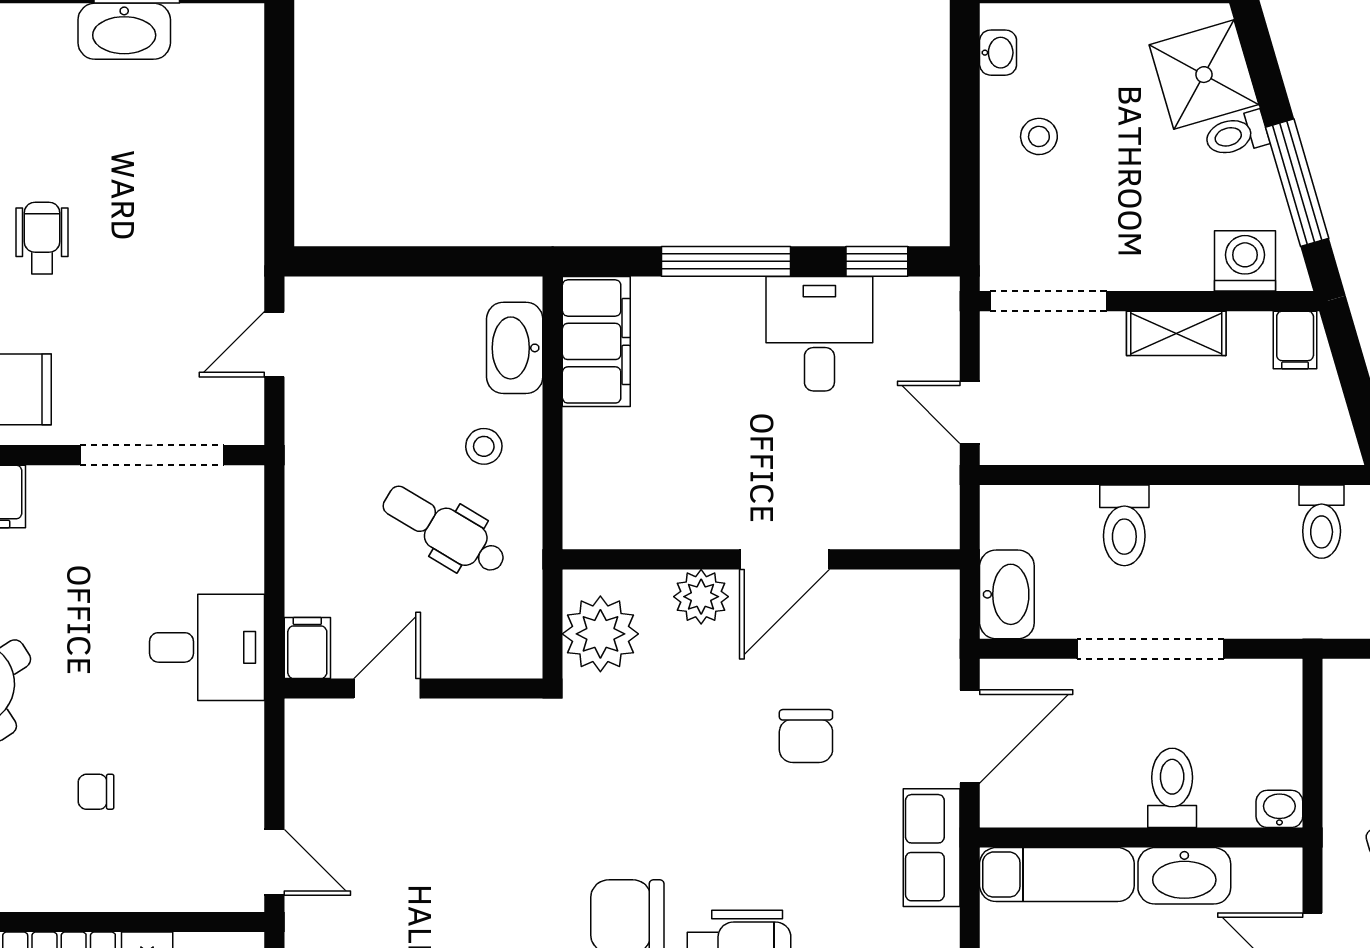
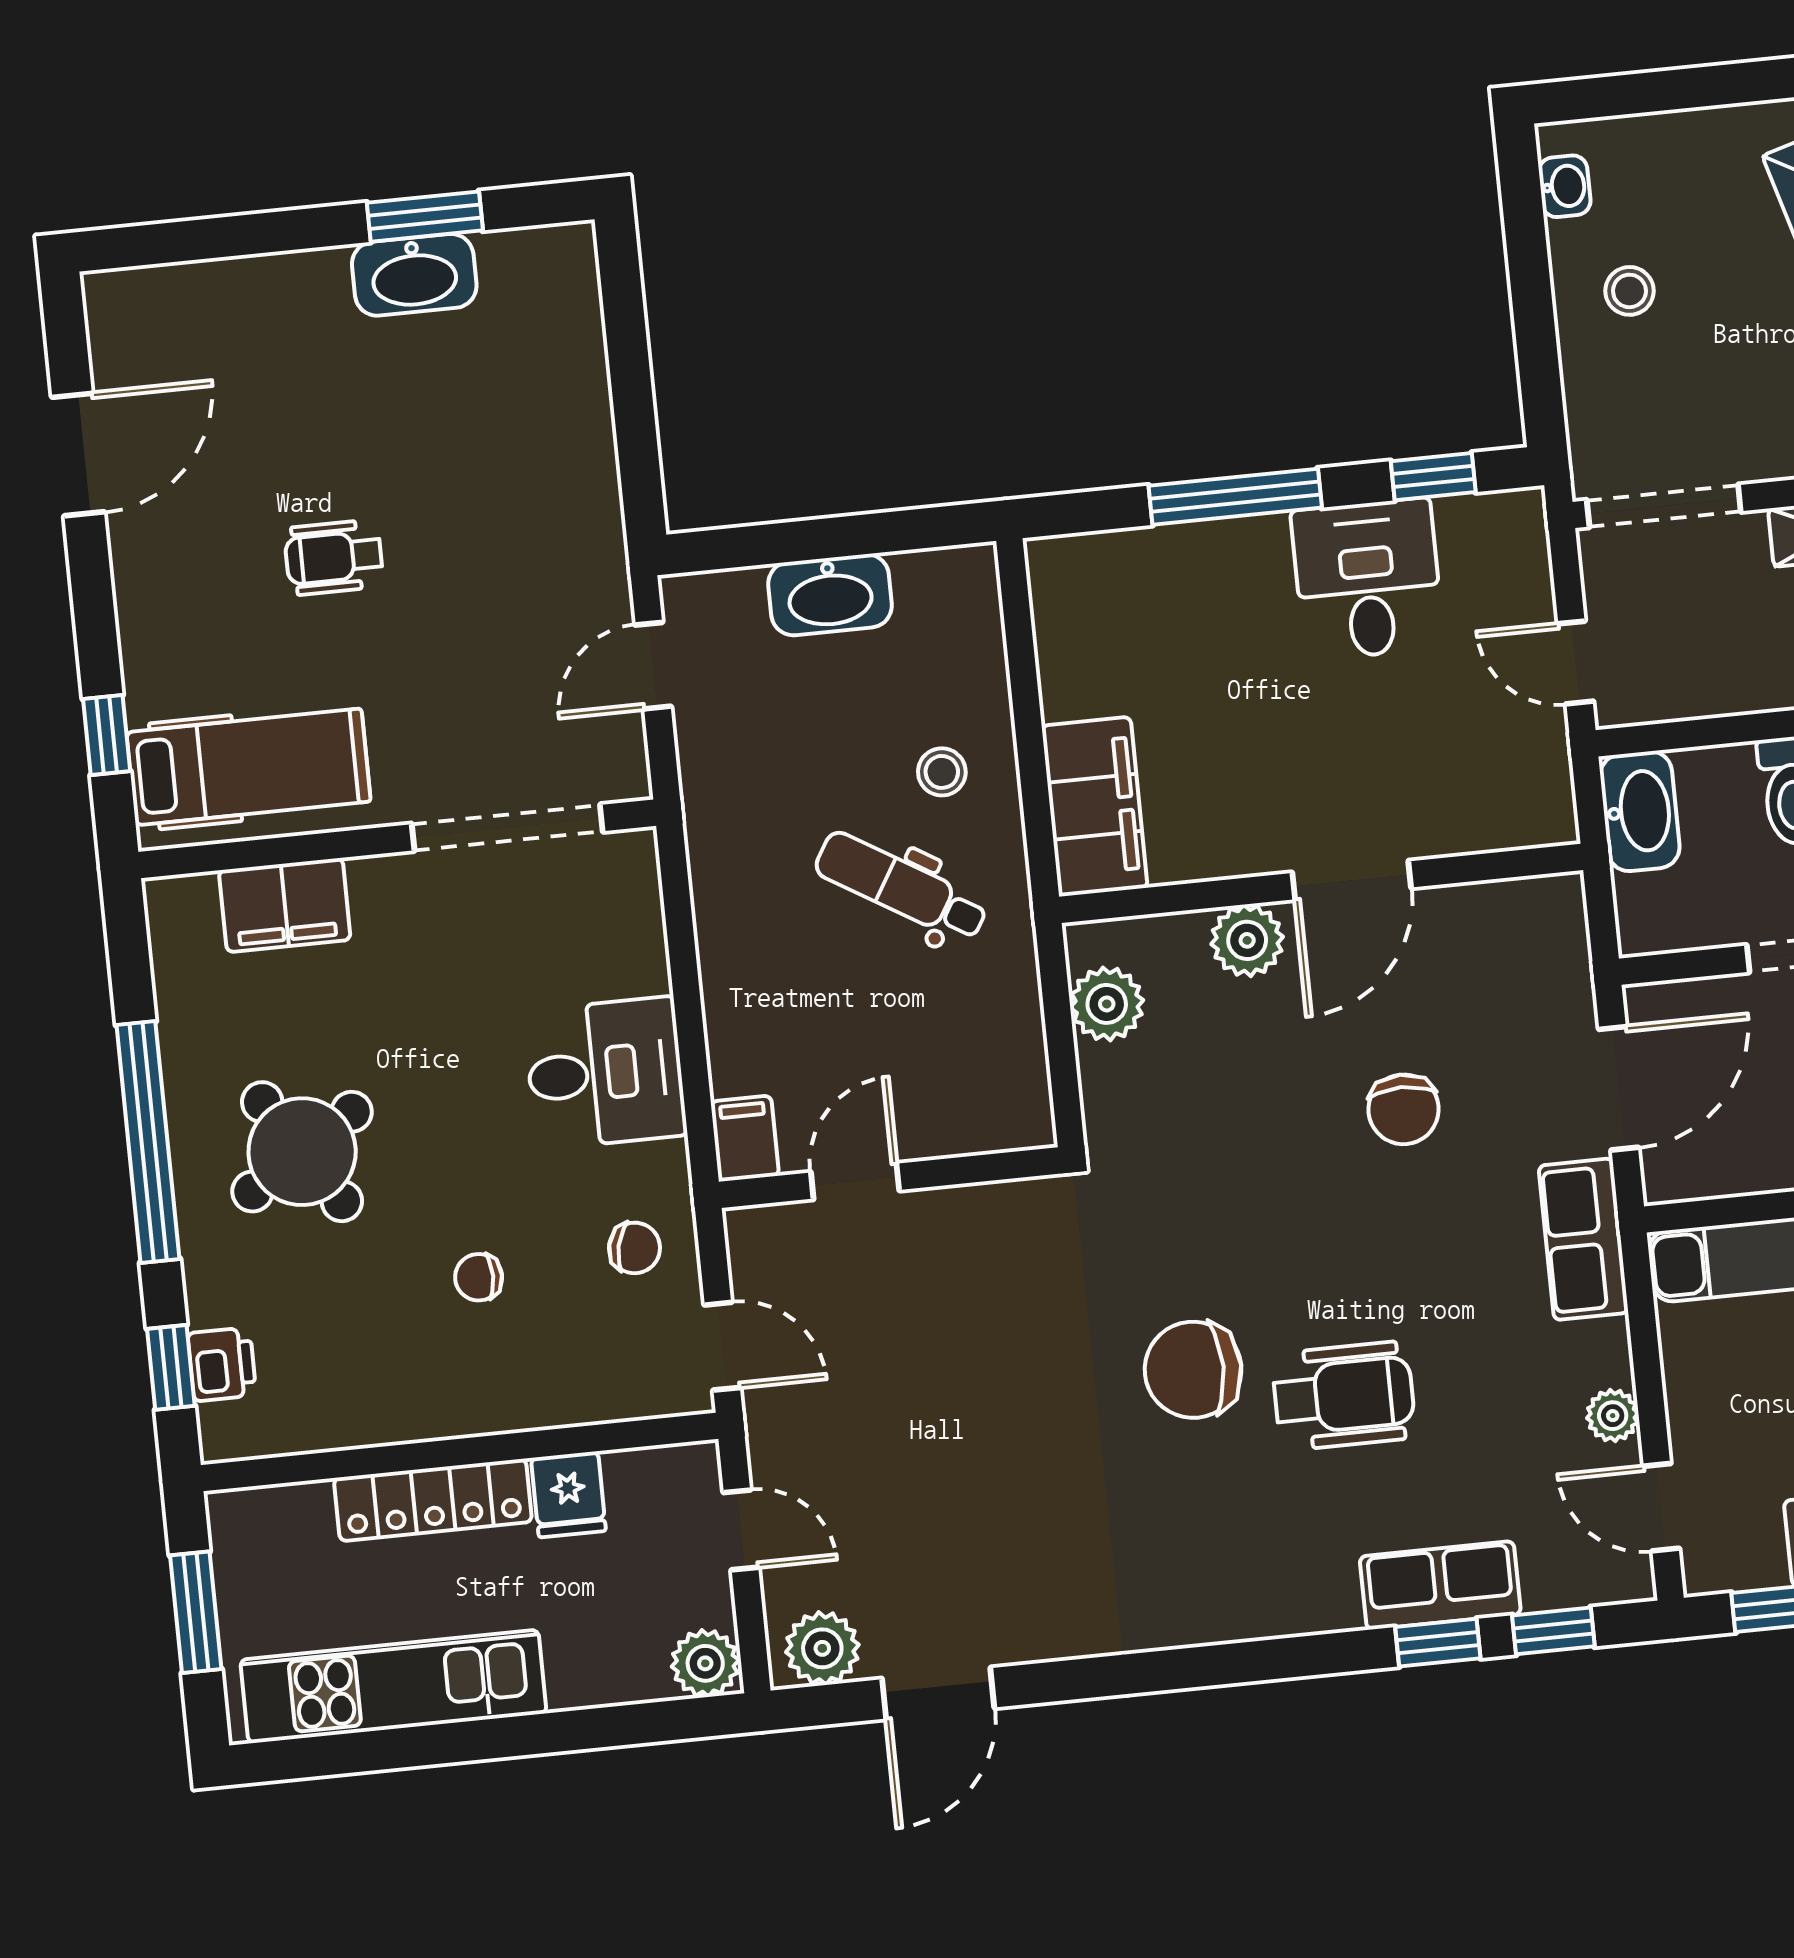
wheelchair: (42, 238) -> (334, 557), turned -90
filing cabinet: (596, 341) -> (1095, 807), moved
washbasin: (515, 348) -> (830, 595), moved, turned -90
washbasin: (1007, 594) -> (1640, 811), moved
plant: (600, 634) -> (1107, 1004), width x0.73, depth x0.73
filing cabinet: (307, 648) -> (745, 1139), moved
door: (387, 689) -> (855, 1181), moved
wall: (413, 689) -> (890, 1178), moved
chair: (216, 782) -> (635, 1248), added

